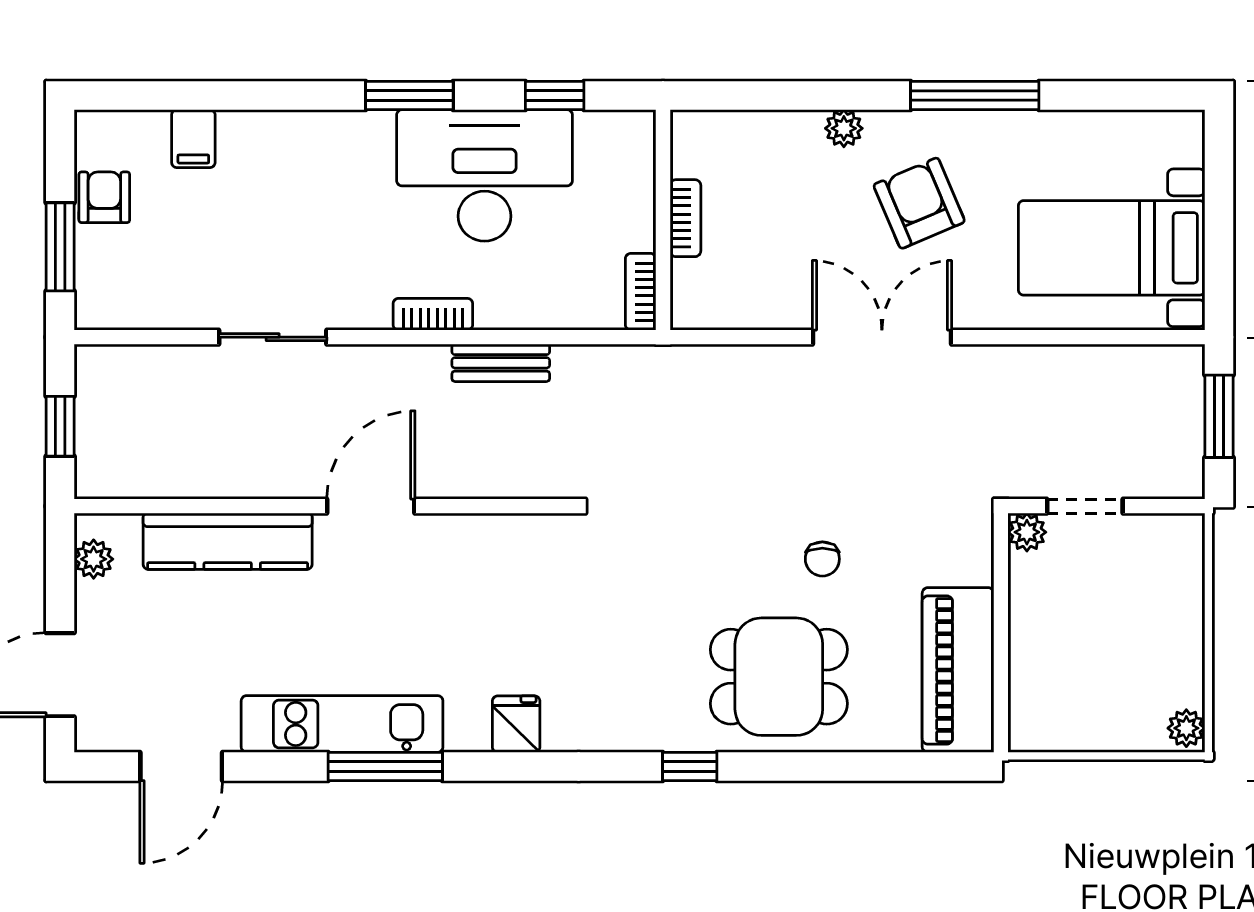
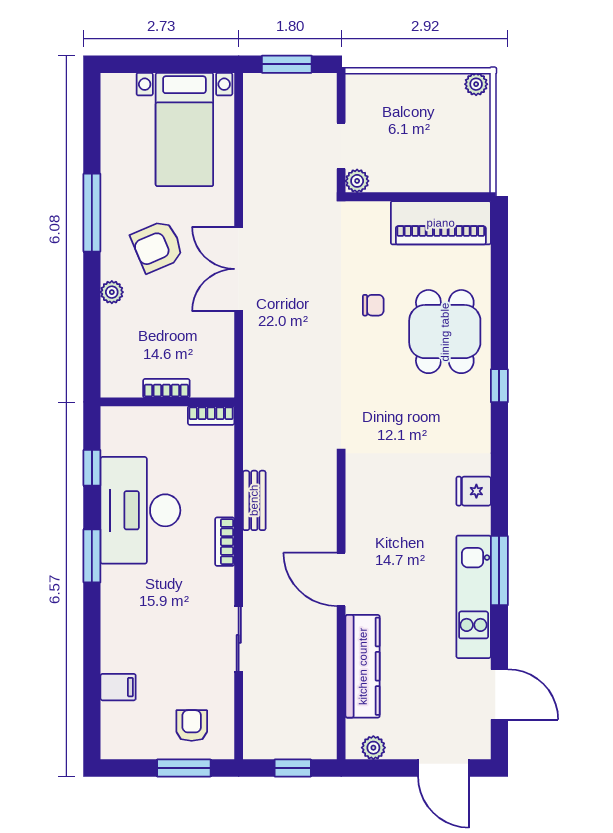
armchair: (104, 197) -> (192, 726), moved, turned 90

